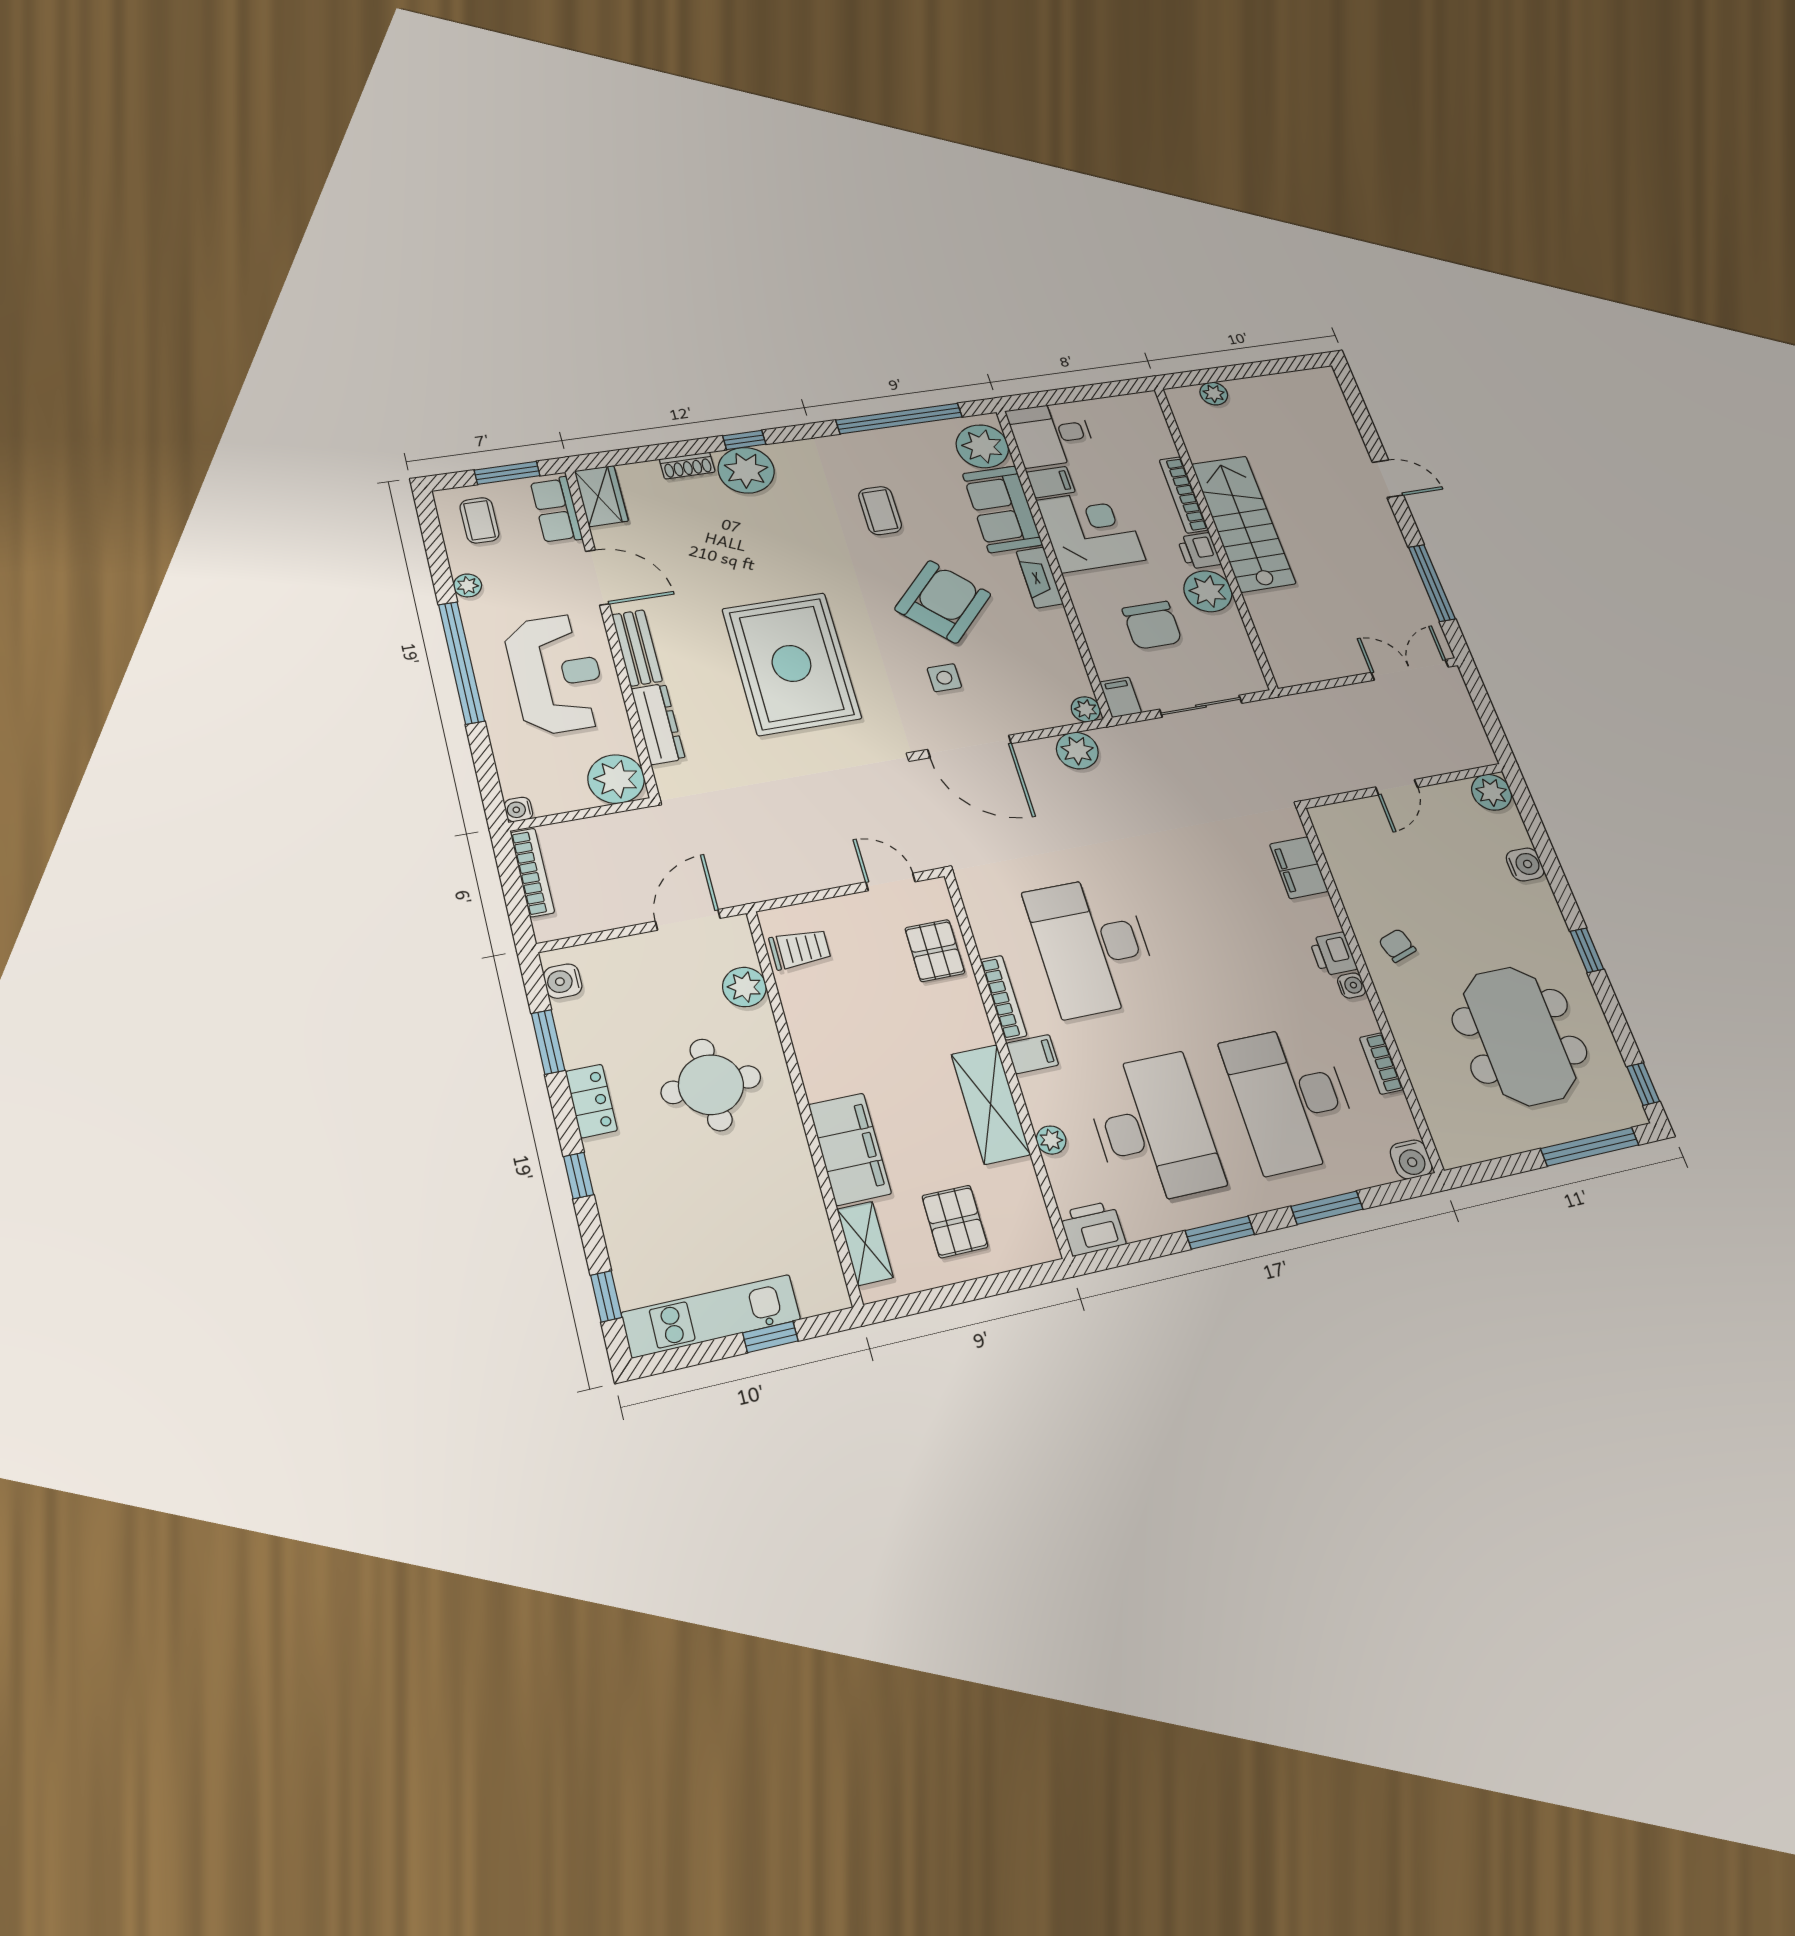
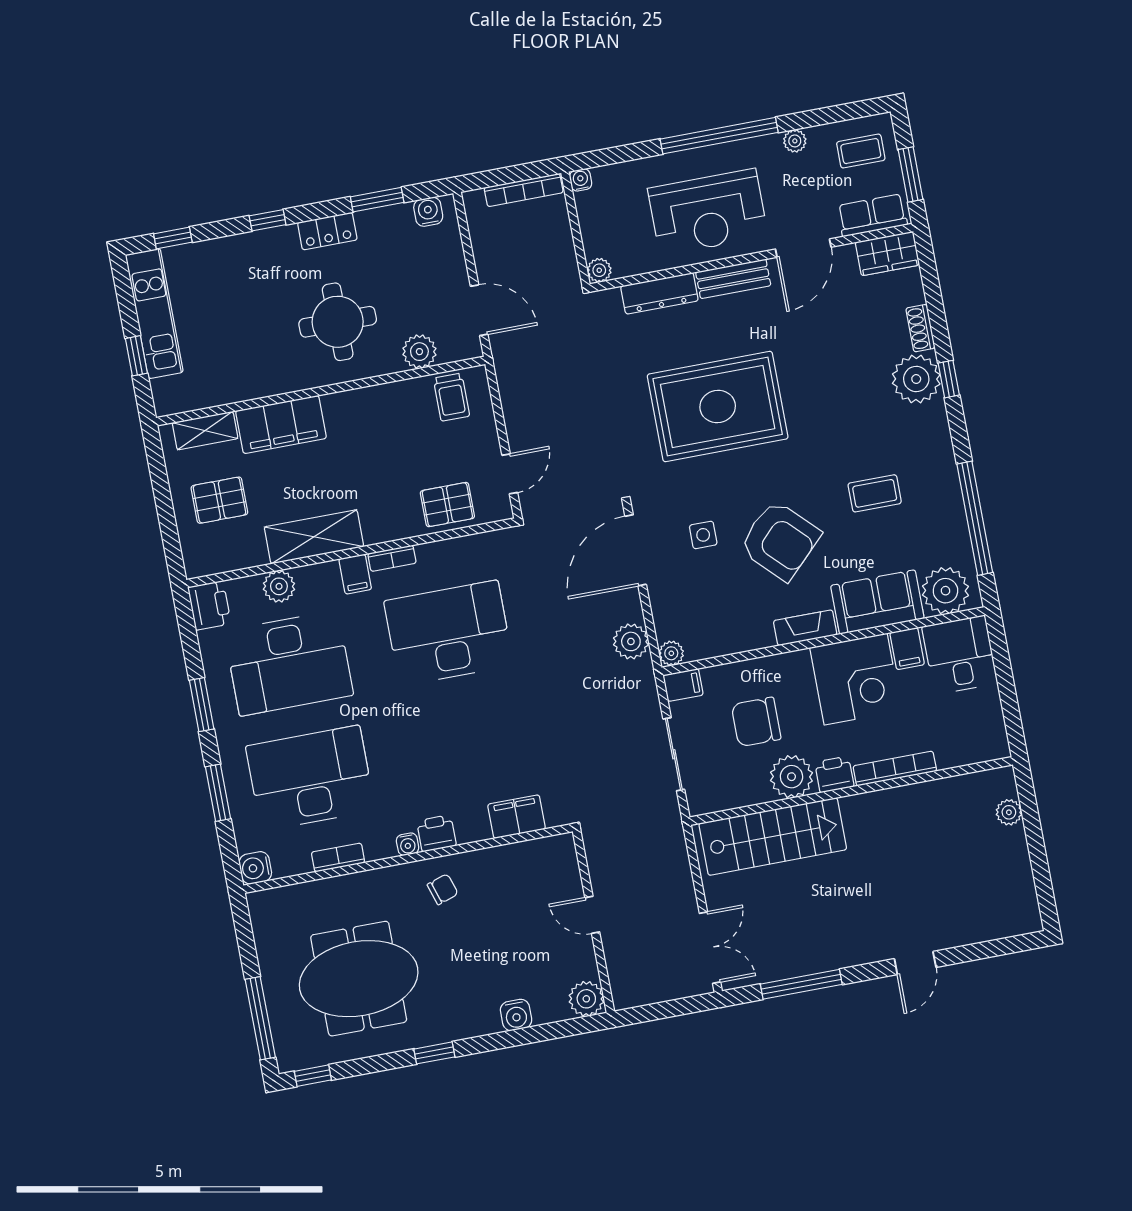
stairs: (1243, 523) -> (773, 837), moved
plant: (616, 779) -> (599, 270), width x0.53, depth x0.53
bookcase: (1003, 998) -> (392, 558), width x0.64
plant: (1051, 1140) -> (279, 586), width x1.38, depth x1.38

